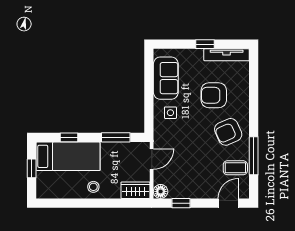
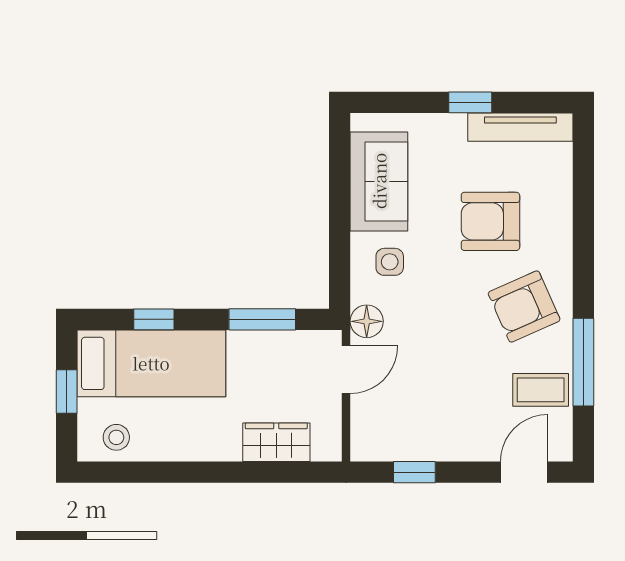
stool: (93, 187) -> (116, 437), moved
wardrobe: (135, 190) -> (276, 442), moved
floor lamp: (161, 191) -> (367, 321), moved

